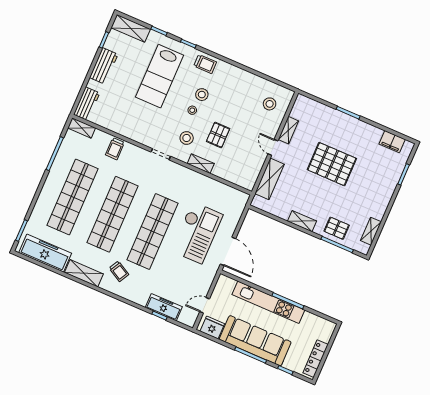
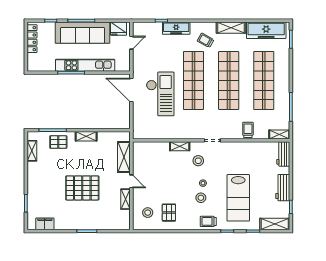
lab bench: (159, 76) -> (238, 198), turned 180
pallet: (218, 135) -> (169, 213), moved
checkout: (197, 233) -> (160, 94), turned 180
freezer: (164, 307) -> (176, 28), moved

